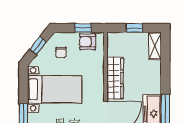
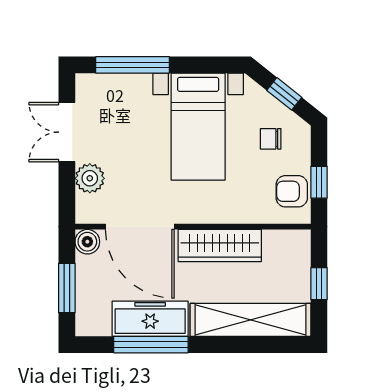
armchair: (88, 42) -> (292, 191), turned -90
shelving: (155, 46) -> (251, 320), width x2.20, depth x1.33

